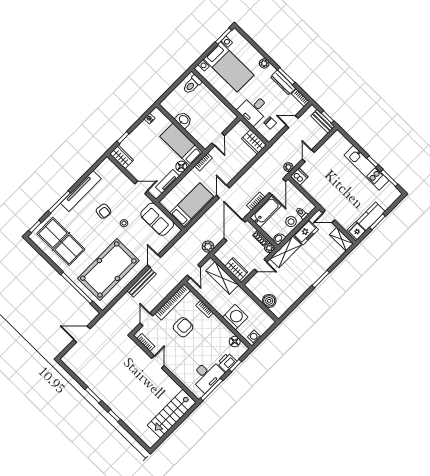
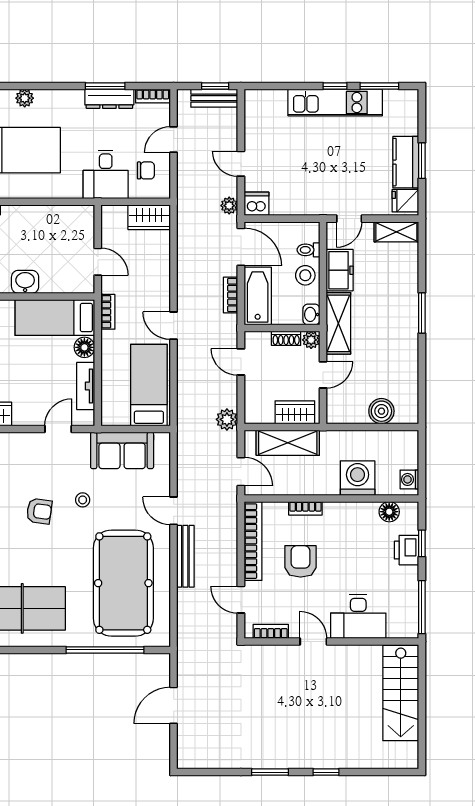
plant: (264, 63) -> (25, 98), moved
door: (235, 230) -> (241, 362), width x0.53
desk: (207, 375) -> (358, 617), moved, turned 90

